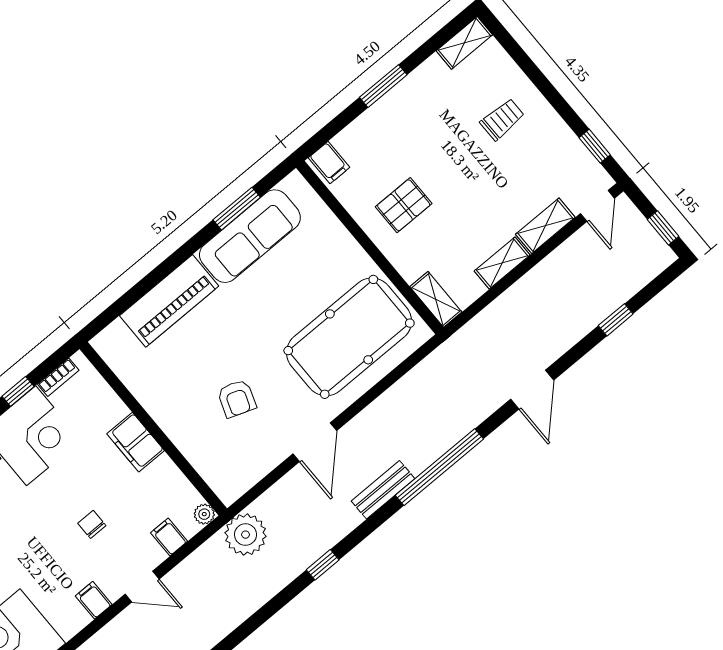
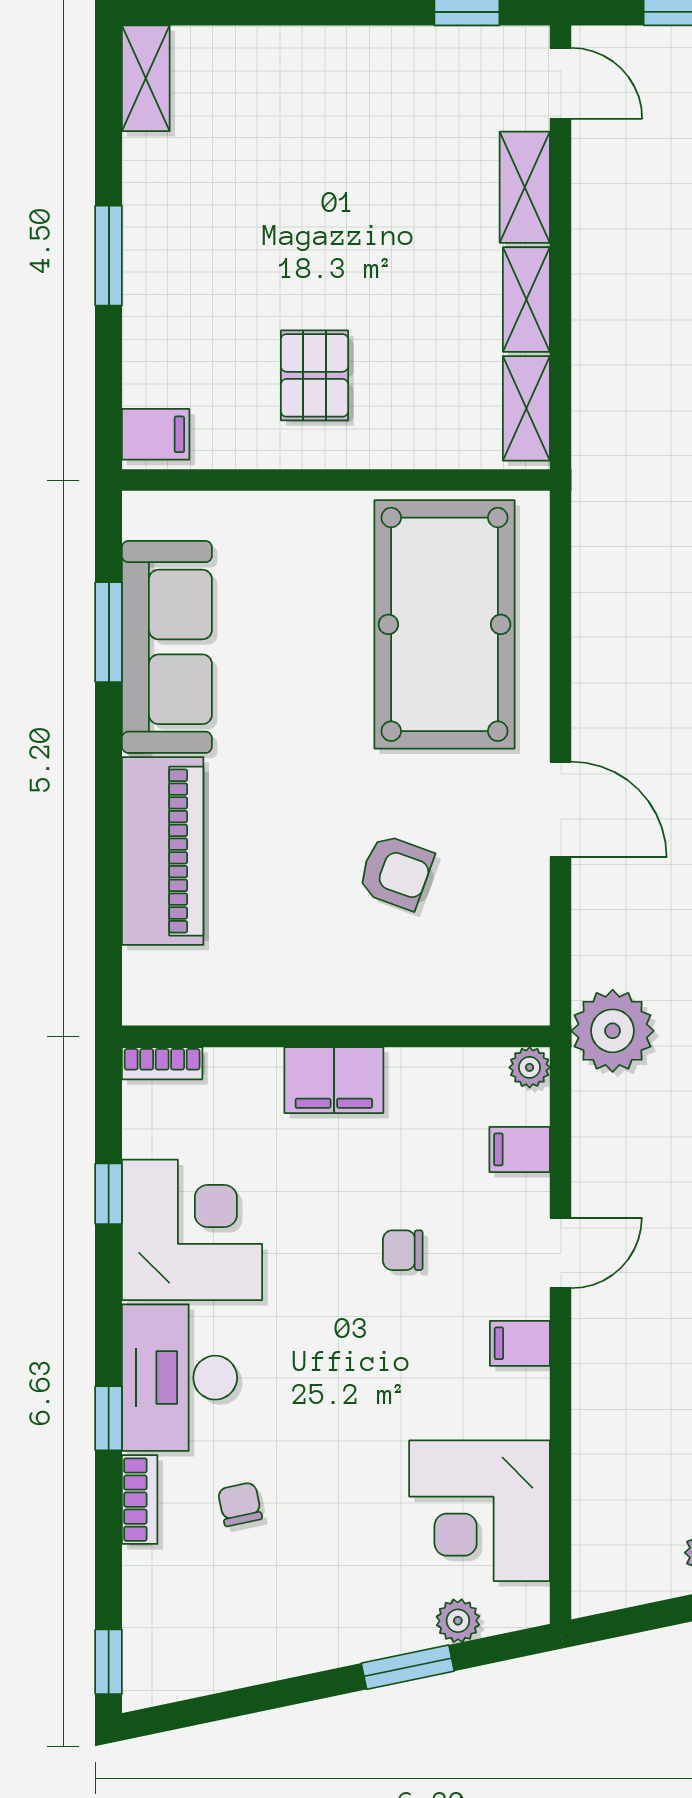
trolley: (502, 119) -> (309, 118), removed
shelving: (436, 299) -> (526, 408), moved, turned 90
bookcase: (58, 377) -> (162, 1063), moved, turned 90

